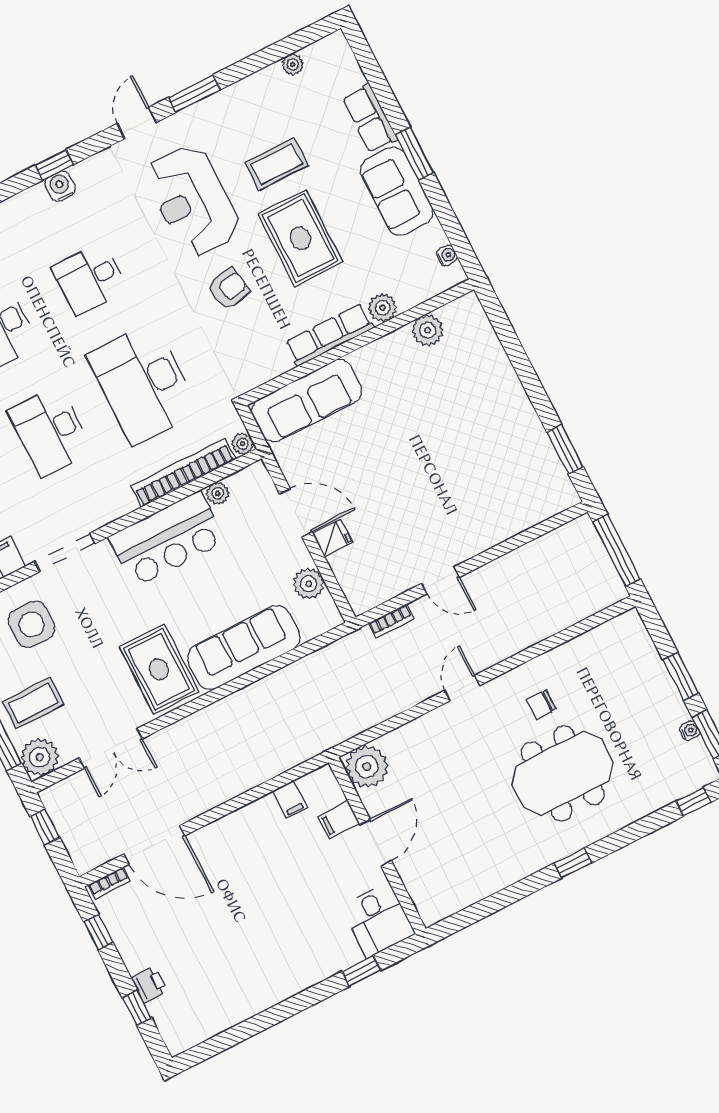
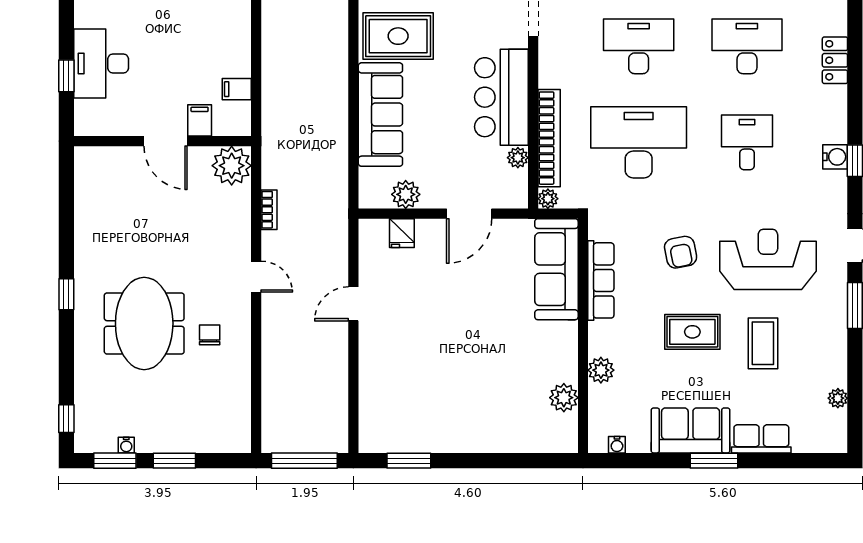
rug: (300, 238) -> (692, 332), width x0.73, depth x0.70
row of seats: (329, 335) -> (601, 280), moved
fridge: (332, 538) -> (402, 233), moved
bookcase: (391, 621) -> (269, 210), moved, turned 180
desk: (378, 920) -> (101, 63), moved, width x1.37

